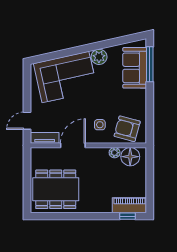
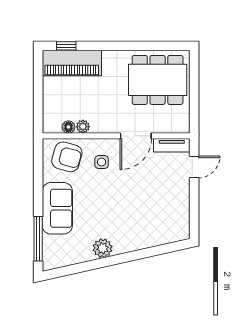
sofa: (135, 68) -> (57, 208), moved
corner sofa: (65, 77) -> (145, 223), removed
floor lamp: (130, 157) -> (68, 127), width x0.53, depth x0.53
piano: (129, 205) -> (72, 63), width x1.37, depth x1.33

